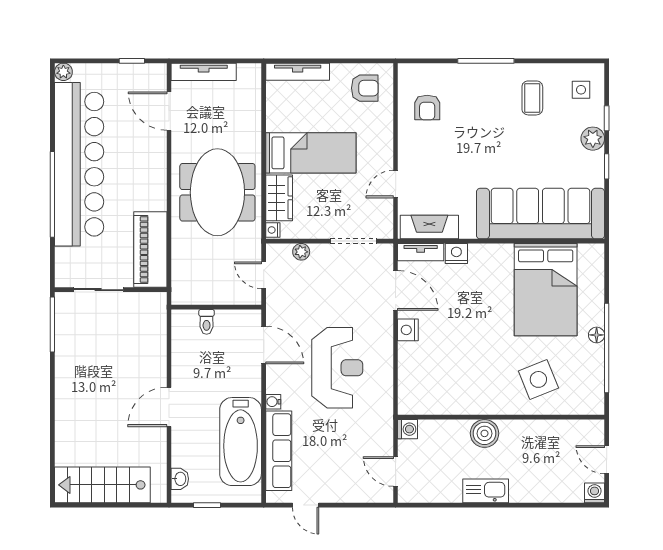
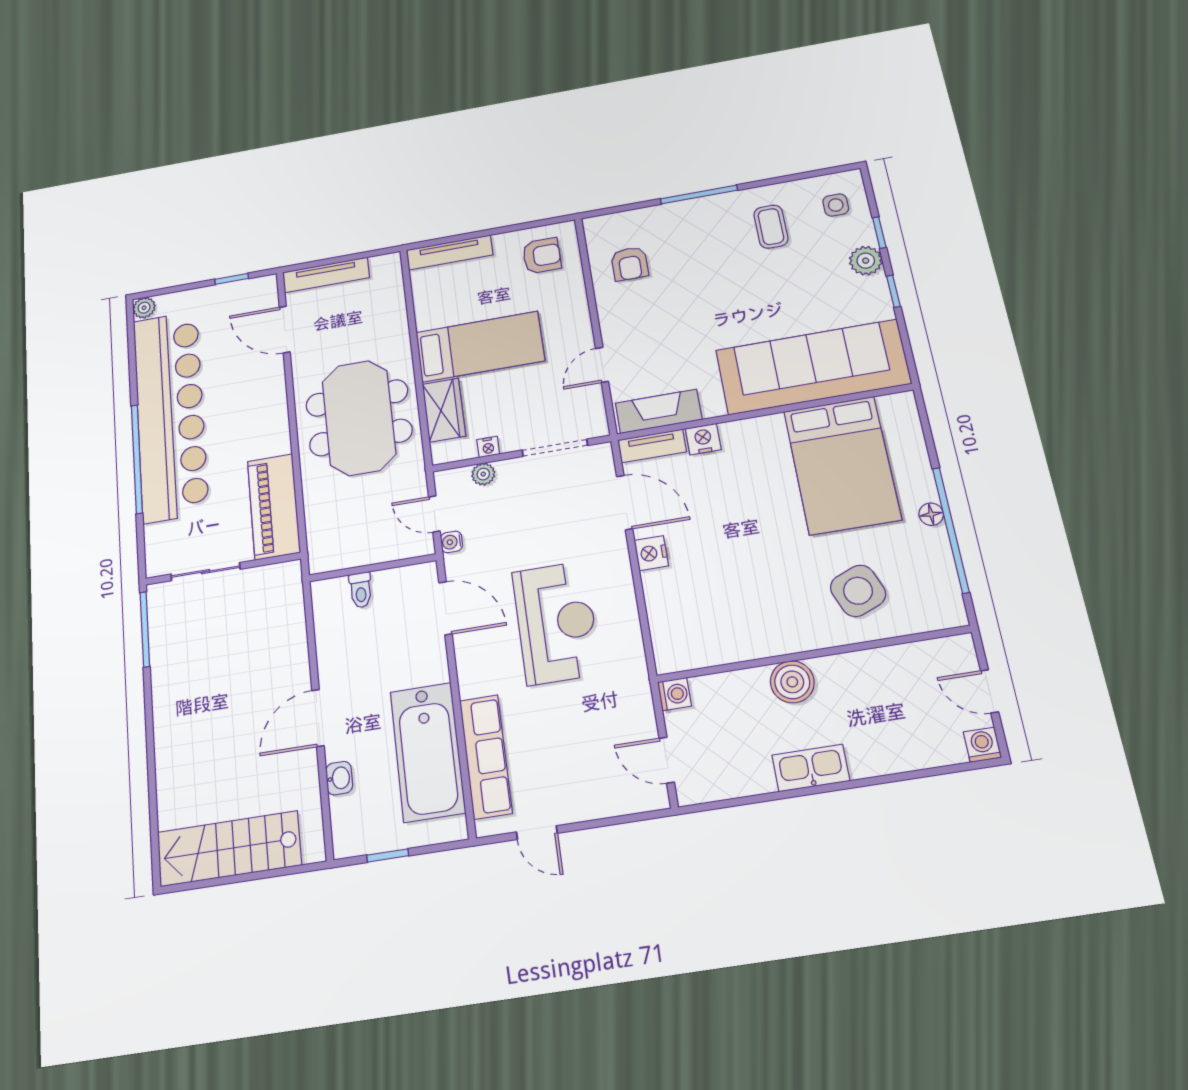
nightstand: (273, 230) -> (488, 447), moved, turned -90
water cooler: (273, 402) -> (452, 542), moved
washbasin: (180, 479) -> (339, 778), moved

